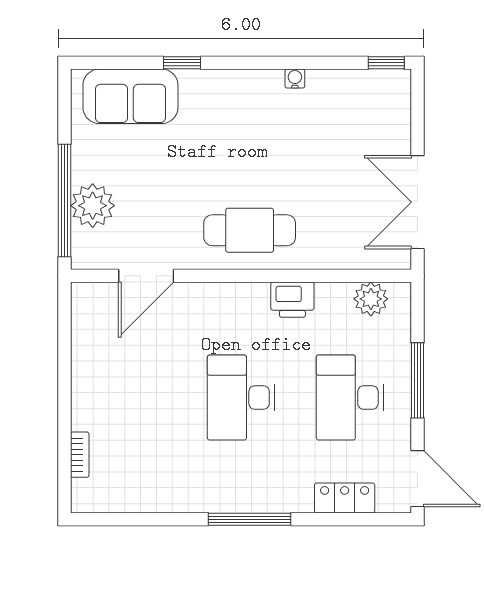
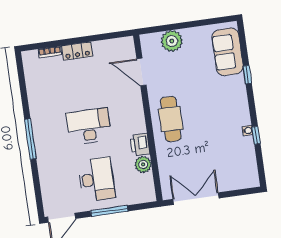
window: (386, 63) -> (256, 135), moved
window: (64, 200) -> (172, 27), removed
plant: (371, 299) -> (143, 164), moved
desk: (350, 398) -> (96, 179), turned 90
locker: (345, 498) -> (77, 51), moved, turned 90

